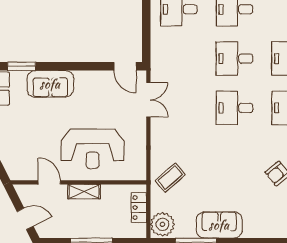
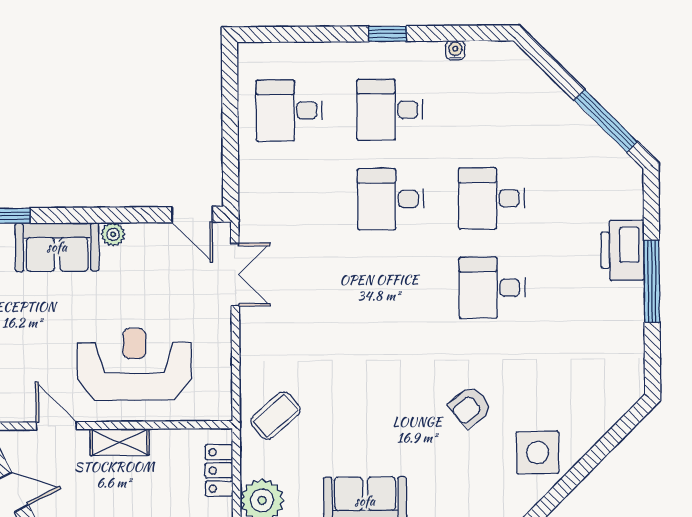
plant: (81, 77) -> (113, 234), added
desk: (234, 108) -> (391, 288), removed
reception desk: (93, 149) -> (134, 364), turned 180

